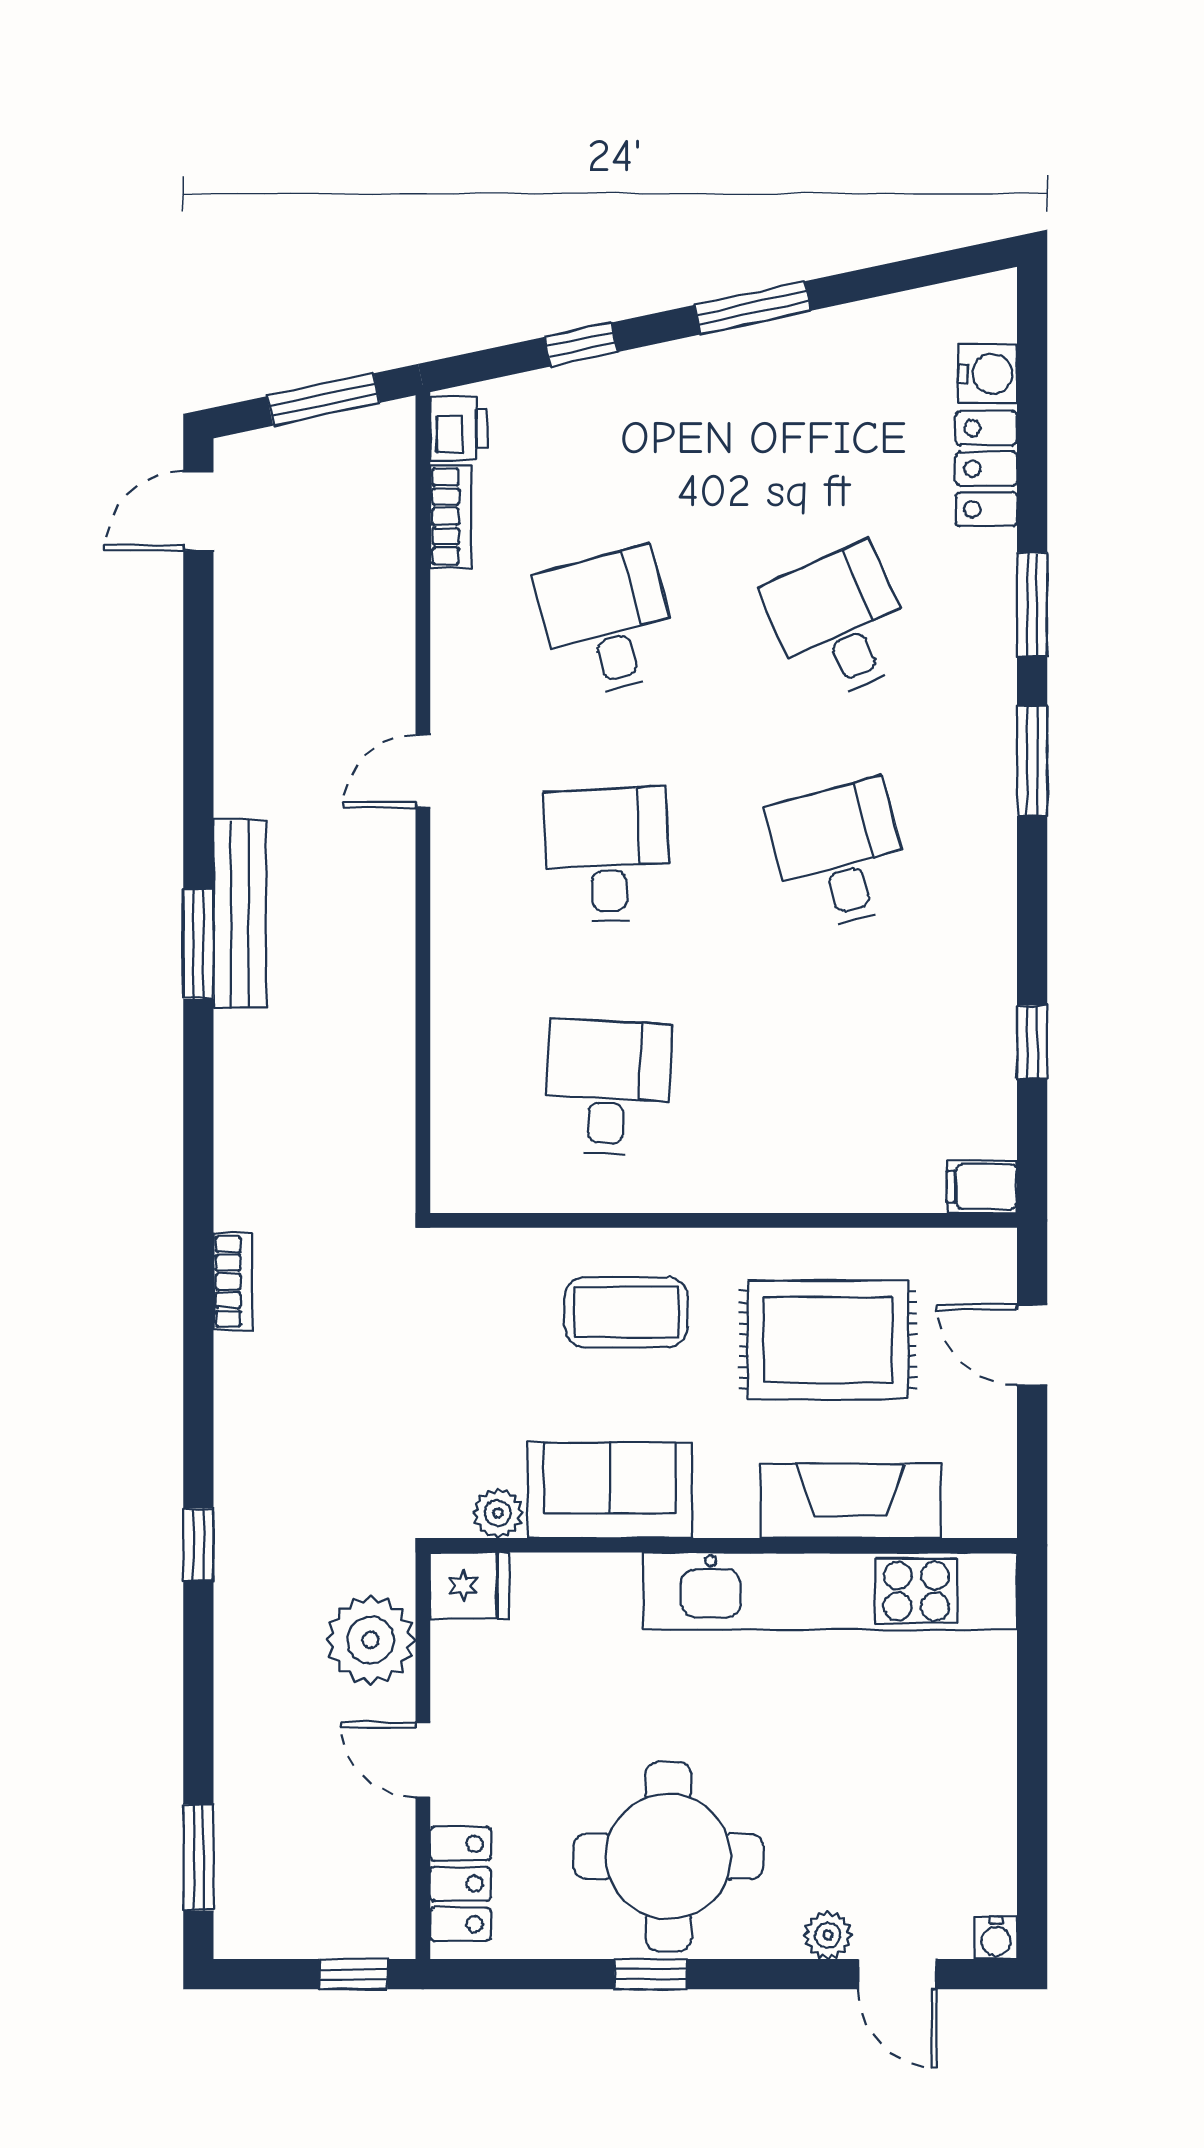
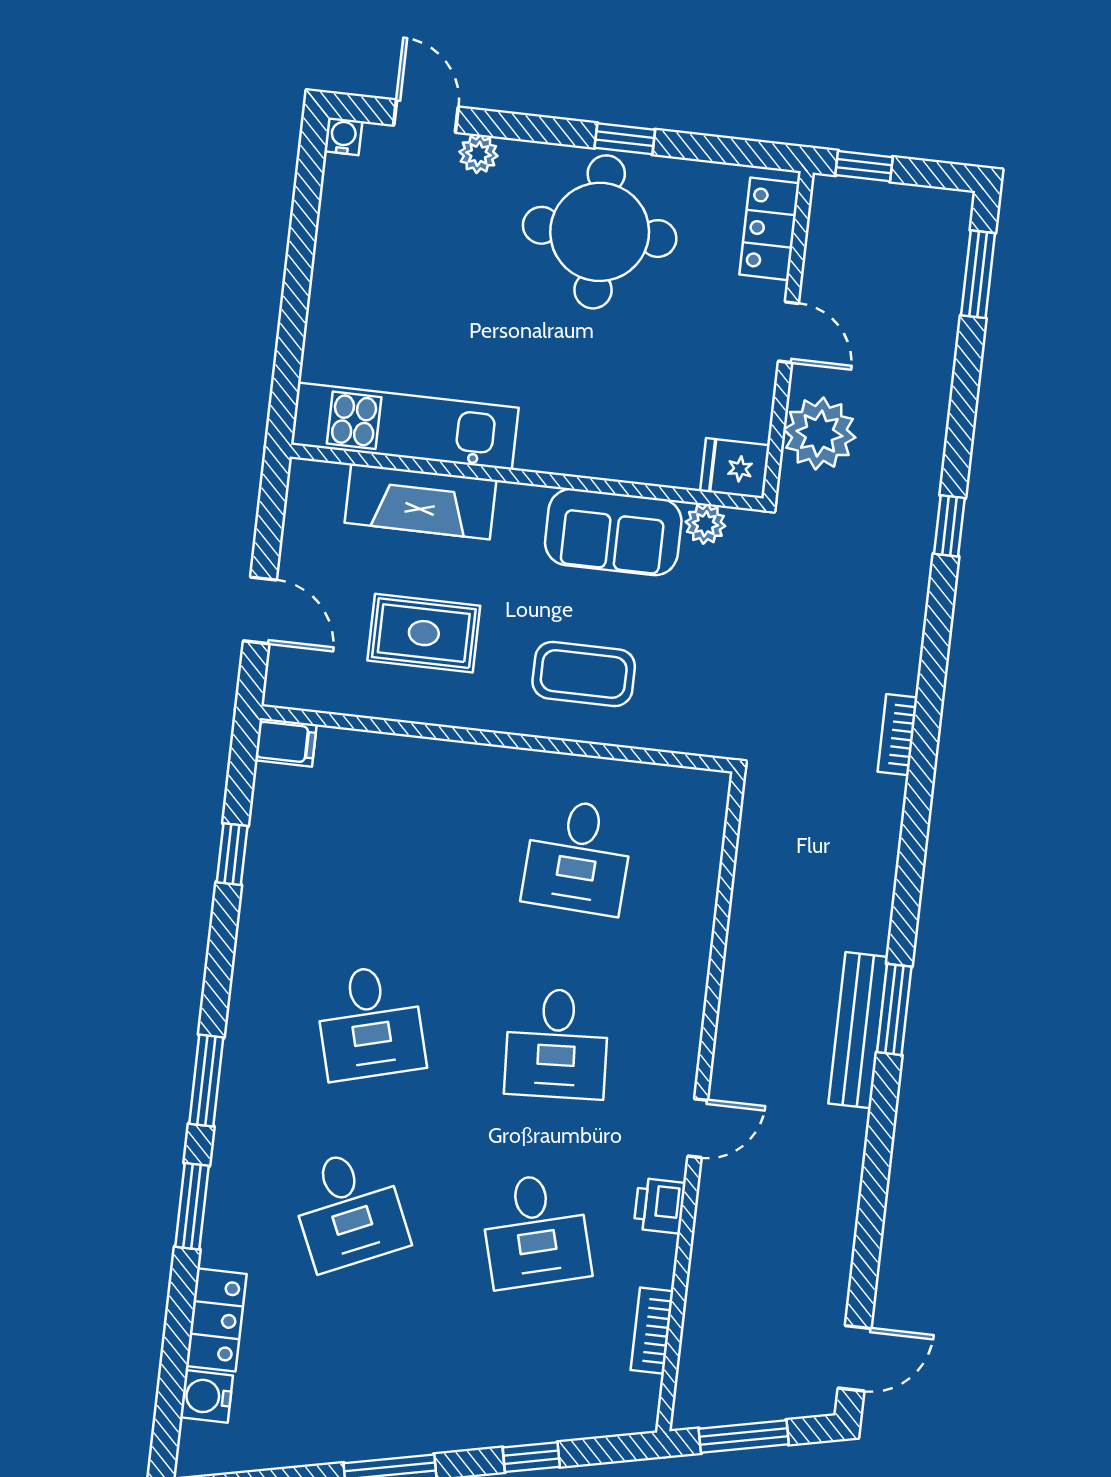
printer: (459, 428) -> (660, 1206), moved
rug: (828, 1340) -> (424, 633), width x0.73, depth x0.70
kitchen unit: (830, 1591) -> (405, 426), width x0.73

